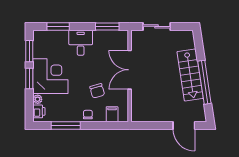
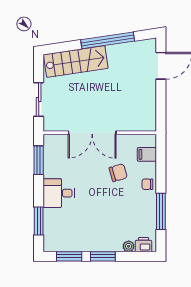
stairs: (190, 75) -> (76, 61), moved
corner desk: (50, 76) -> (100, 230), removed

